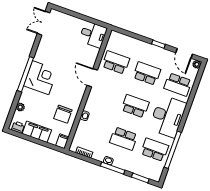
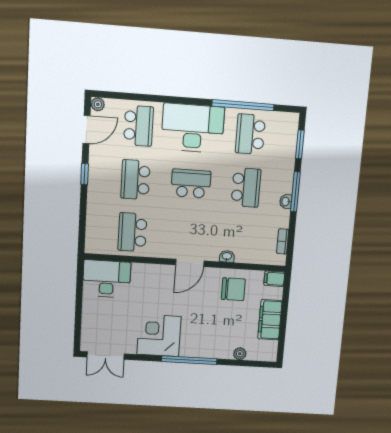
desk: (93, 34) -> (107, 279), width x1.37
corner desk: (41, 78) -> (159, 335), moved
door: (92, 78) -> (190, 263), moved
school desk: (135, 106) -> (191, 184), turned 90
printer: (18, 127) -> (270, 349), removed

